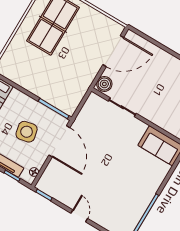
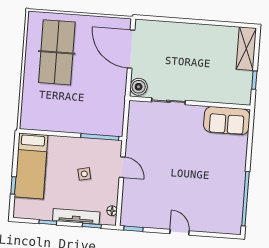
door: (113, 51) -> (131, 49), swing flipped
side table: (27, 132) -> (84, 174), width x0.54, depth x0.54
door: (59, 141) -> (122, 167), width x0.53

